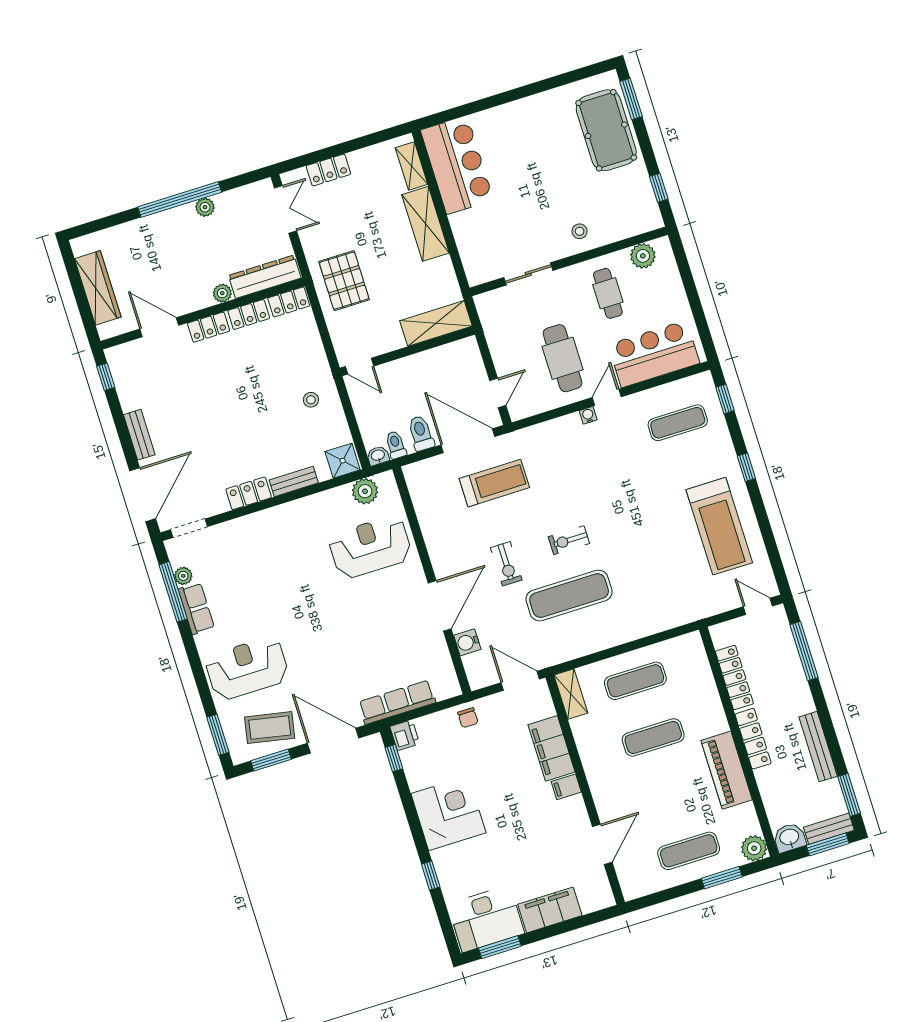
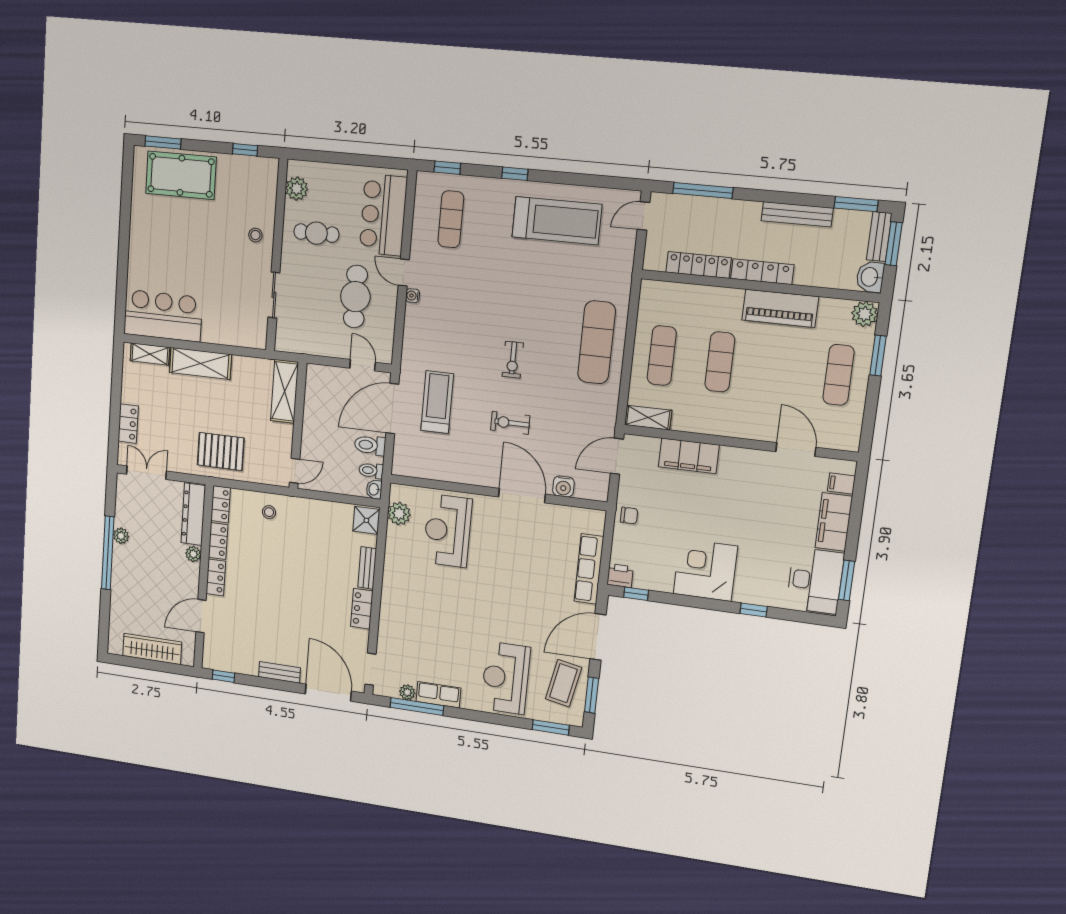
cafe table: (563, 358) -> (355, 297), turned 90
stool: (311, 400) -> (269, 512), moved
exercise bike: (506, 564) -> (510, 423), turned 180
exercise mat: (569, 596) -> (597, 342), moved
filing cabinet: (566, 787) -> (841, 484), moved, turned 90

